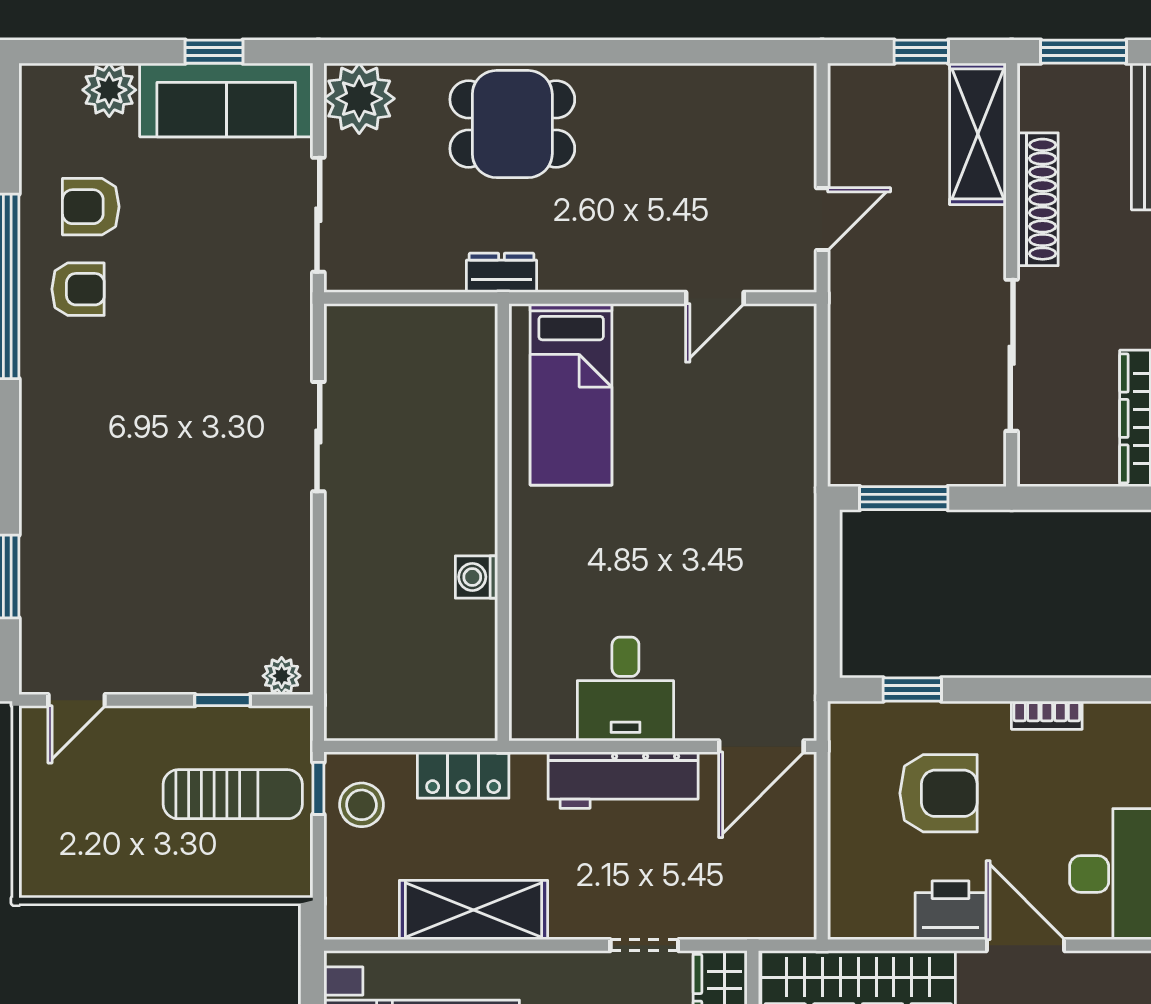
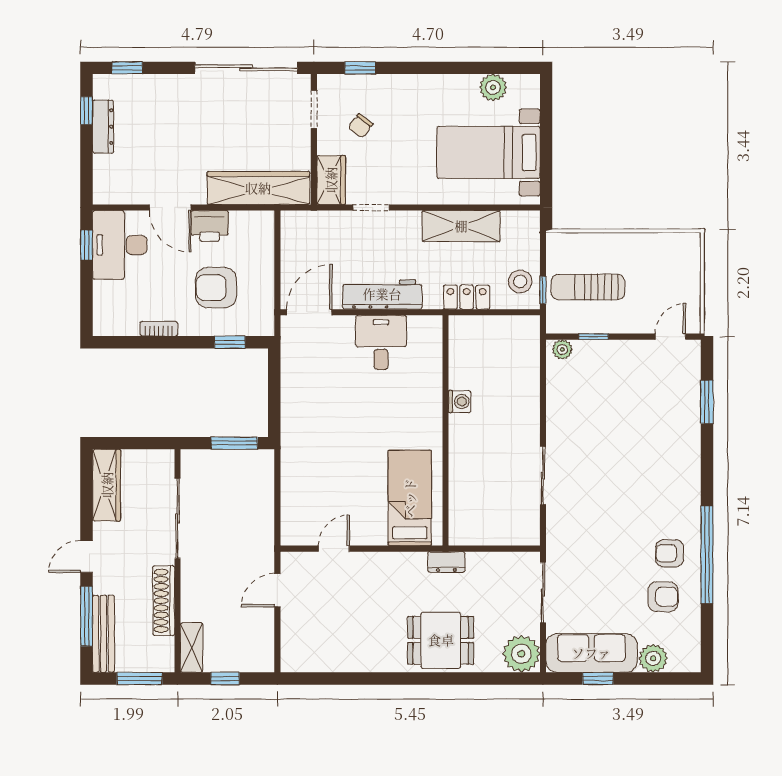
shelving: (978, 134) -> (192, 648), width x0.67, depth x0.75

